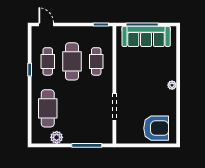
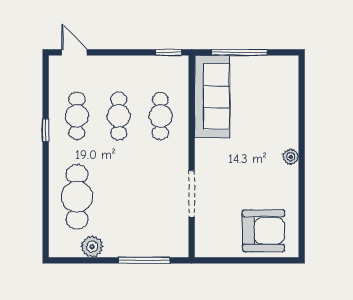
sofa: (146, 36) -> (212, 97), moved, turned -90
cafe table: (72, 61) -> (119, 116), width x0.73, depth x0.74

